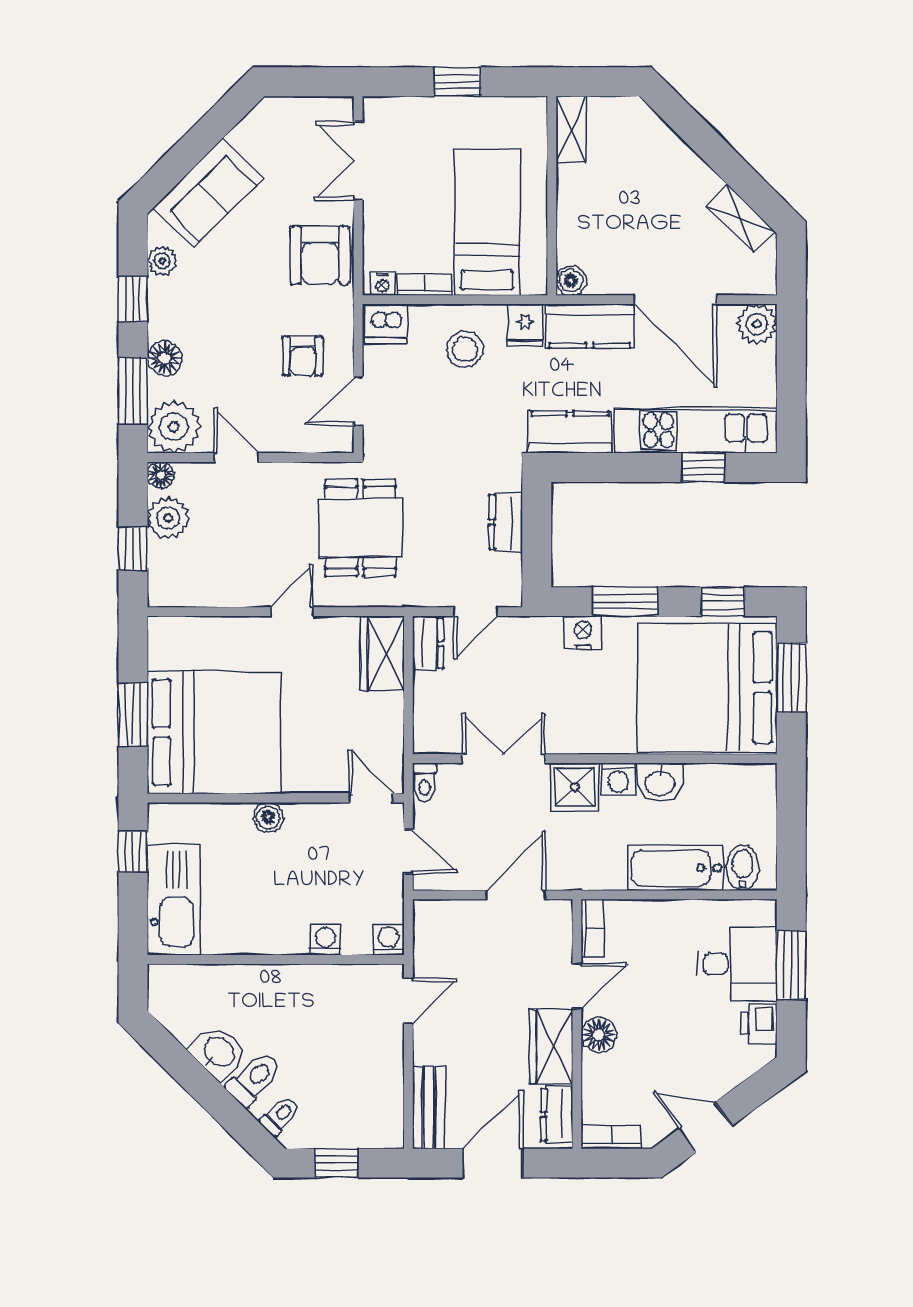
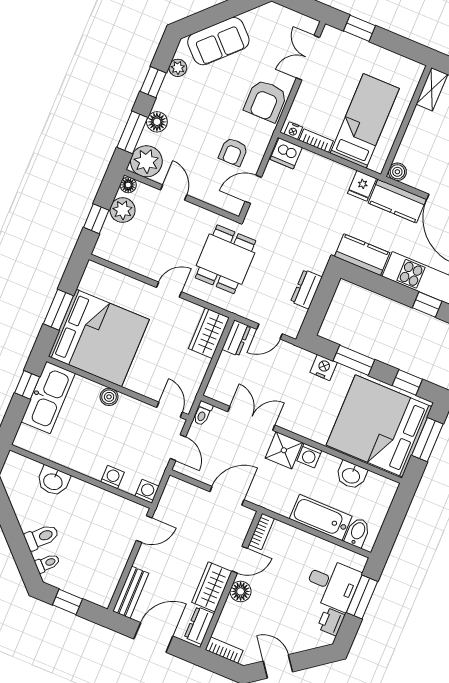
window: (457, 82) -> (359, 28), moved
stool: (465, 349) -> (323, 185), removed
washbasin: (660, 782) -> (351, 475), moved
kitchen sink: (174, 900) -> (48, 398), moved
washbasin: (218, 1052) -> (53, 481), moved, turned 135

